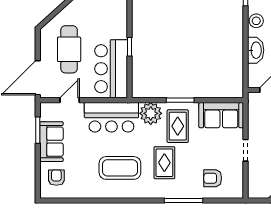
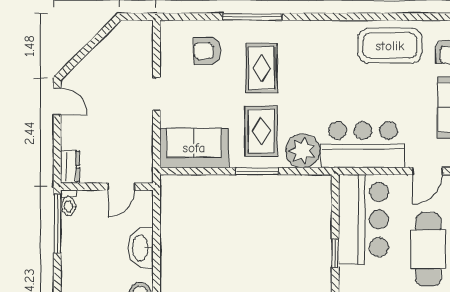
rug: (164, 163) -> (262, 68), moved
coffee table: (120, 168) -> (390, 46), moved
armchair: (213, 178) -> (207, 51), turned 180

